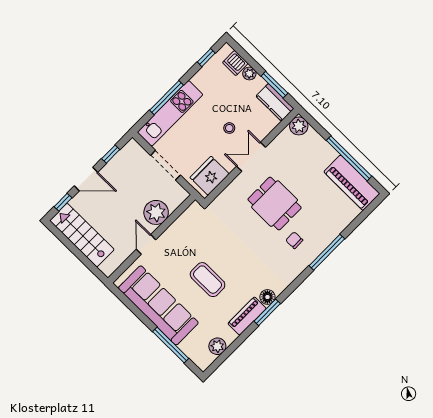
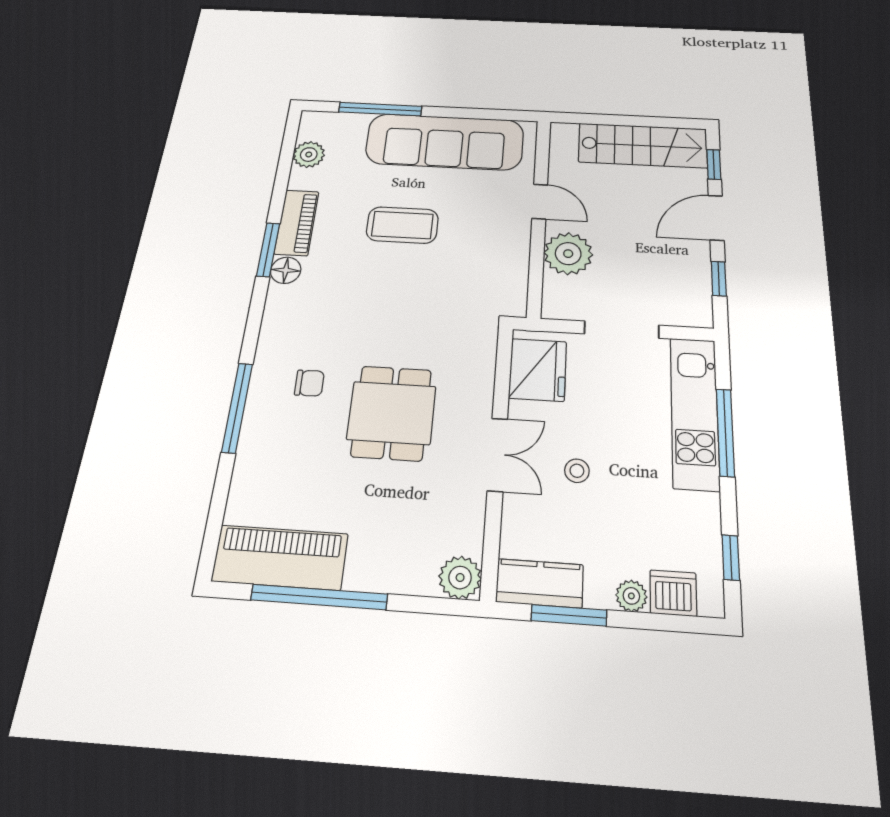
dining table: (275, 204) -> (392, 413), turned 90

